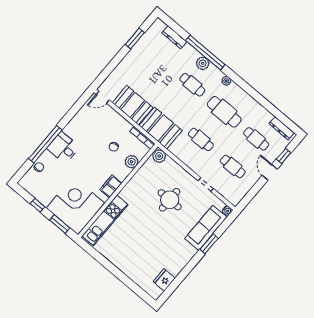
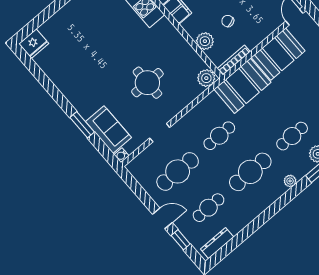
cafe table: (233, 166) -> (178, 171), width x1.37, depth x1.35
sofa: (206, 228) -> (108, 130), width x0.73
fridge: (164, 280) -> (34, 44), moved, turned 90

